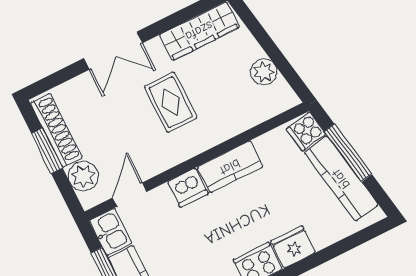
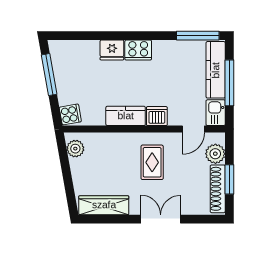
plant: (264, 72) -> (75, 149), moved
rug: (171, 102) -> (152, 162), moved
window: (348, 153) -> (49, 75), moved
kitchen counter: (341, 179) -> (63, 76), removed

